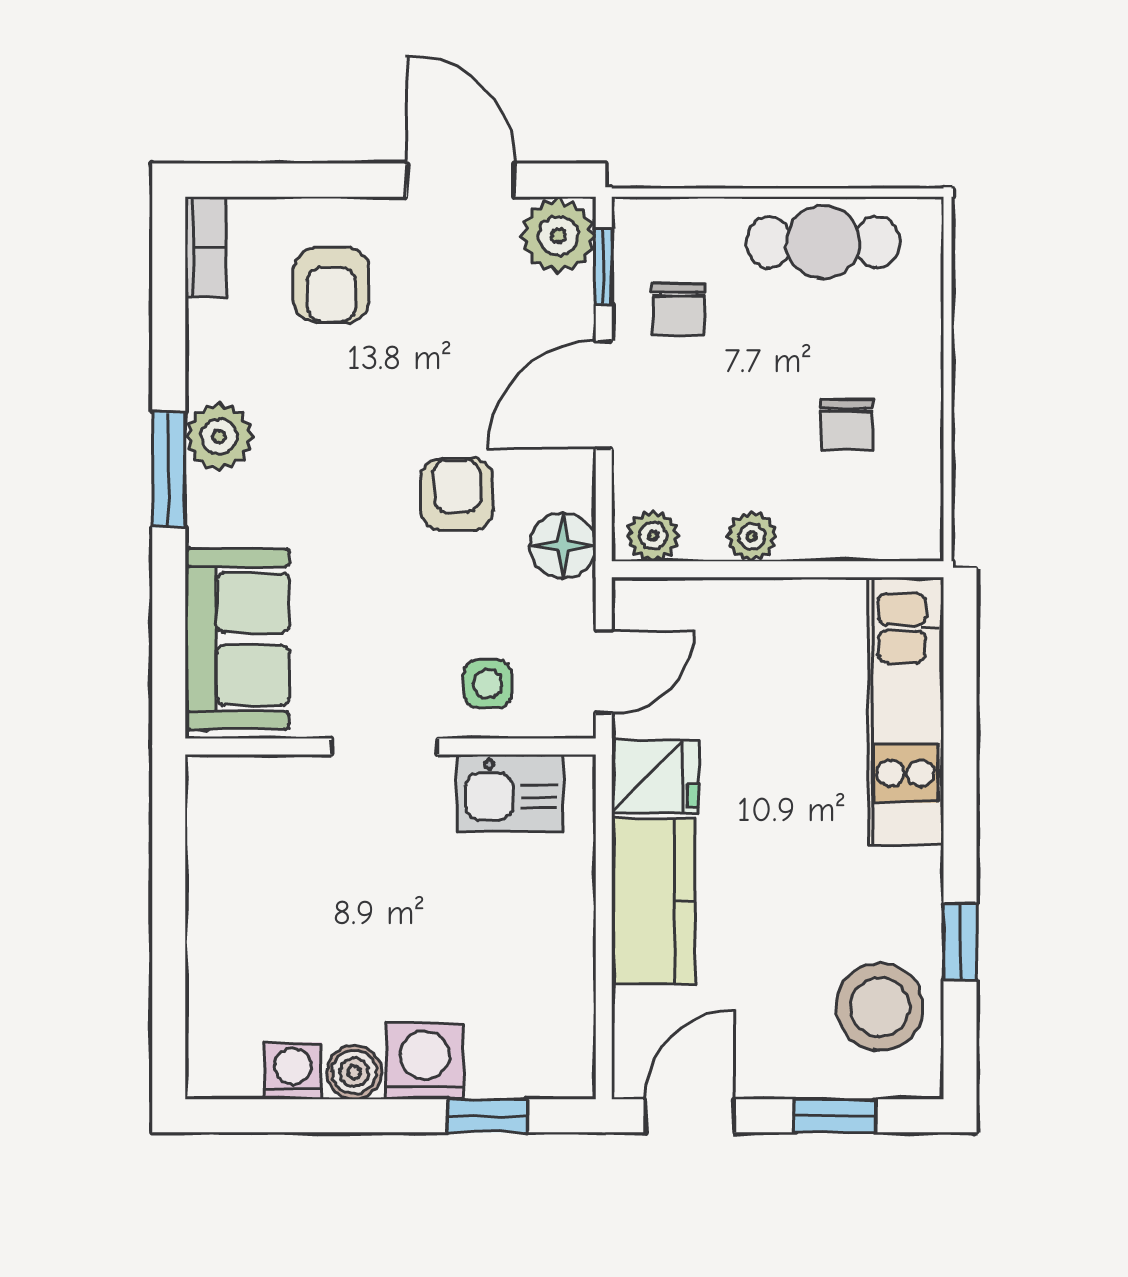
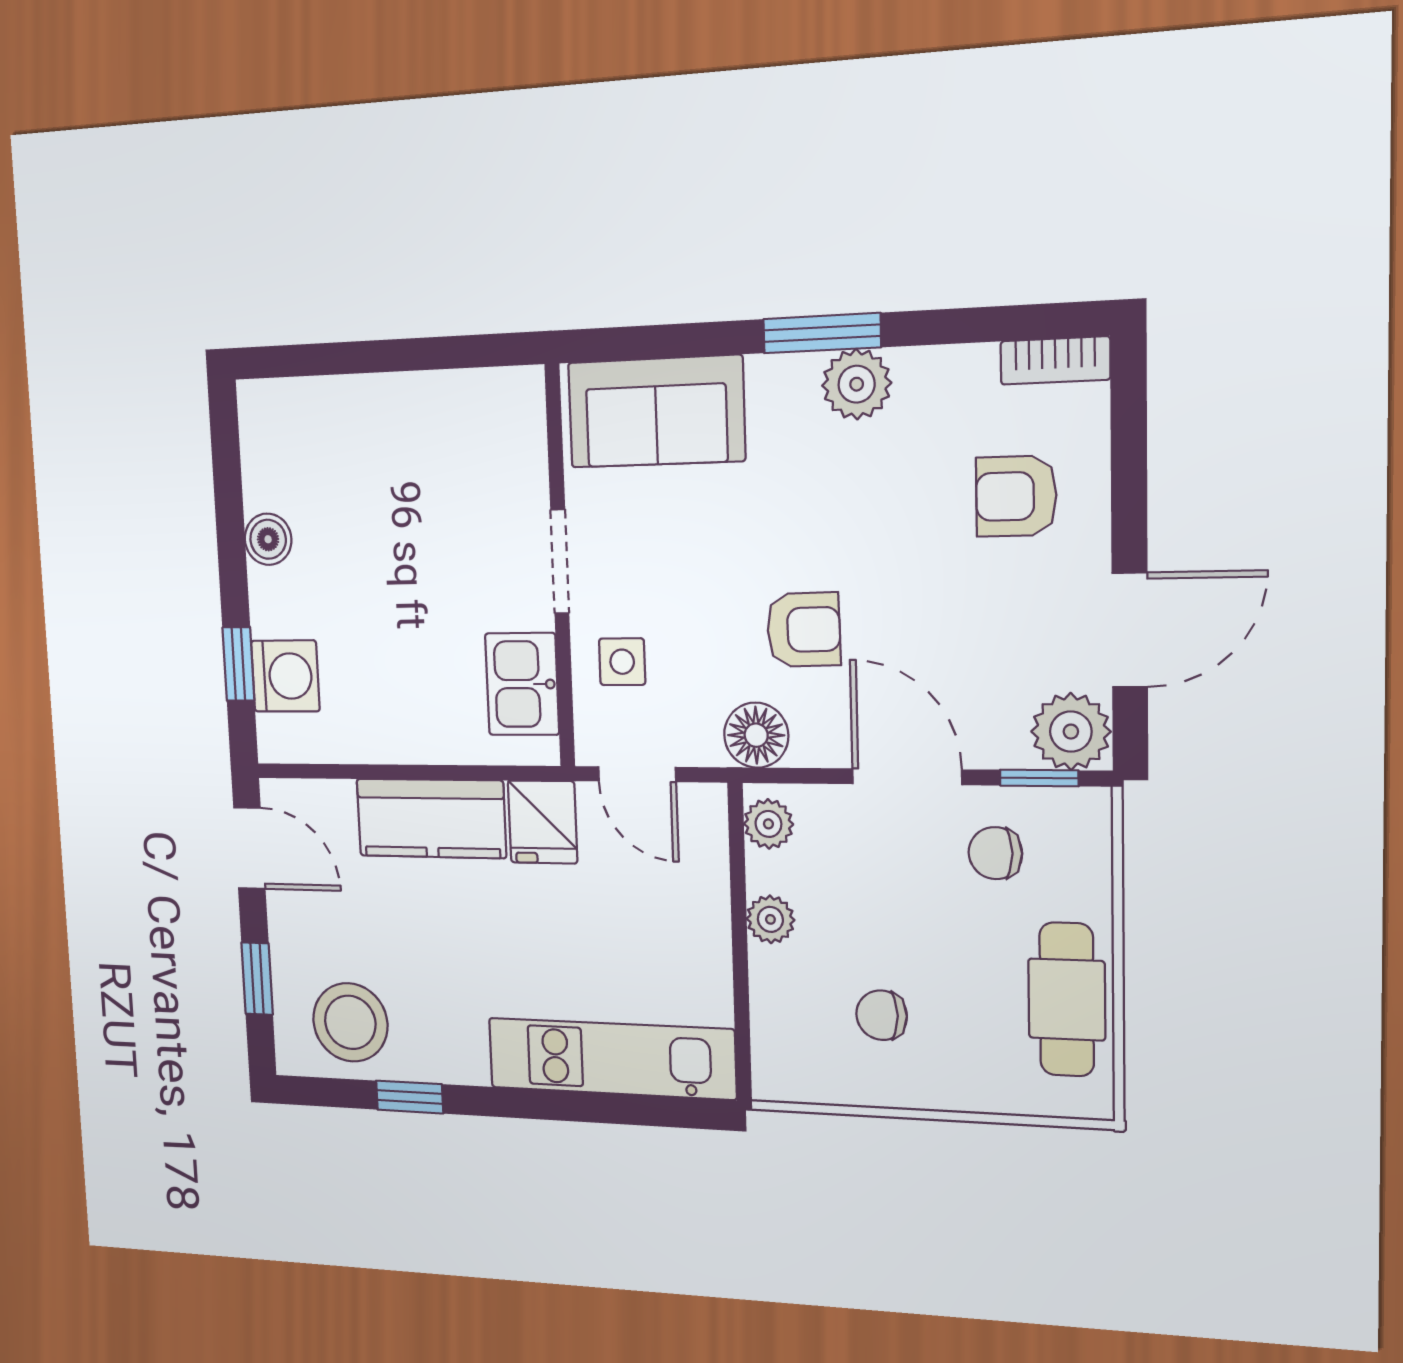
washing machine: (425, 1061) -> (285, 676), moved
washing machine: (293, 1071) -> (266, 482), removed

